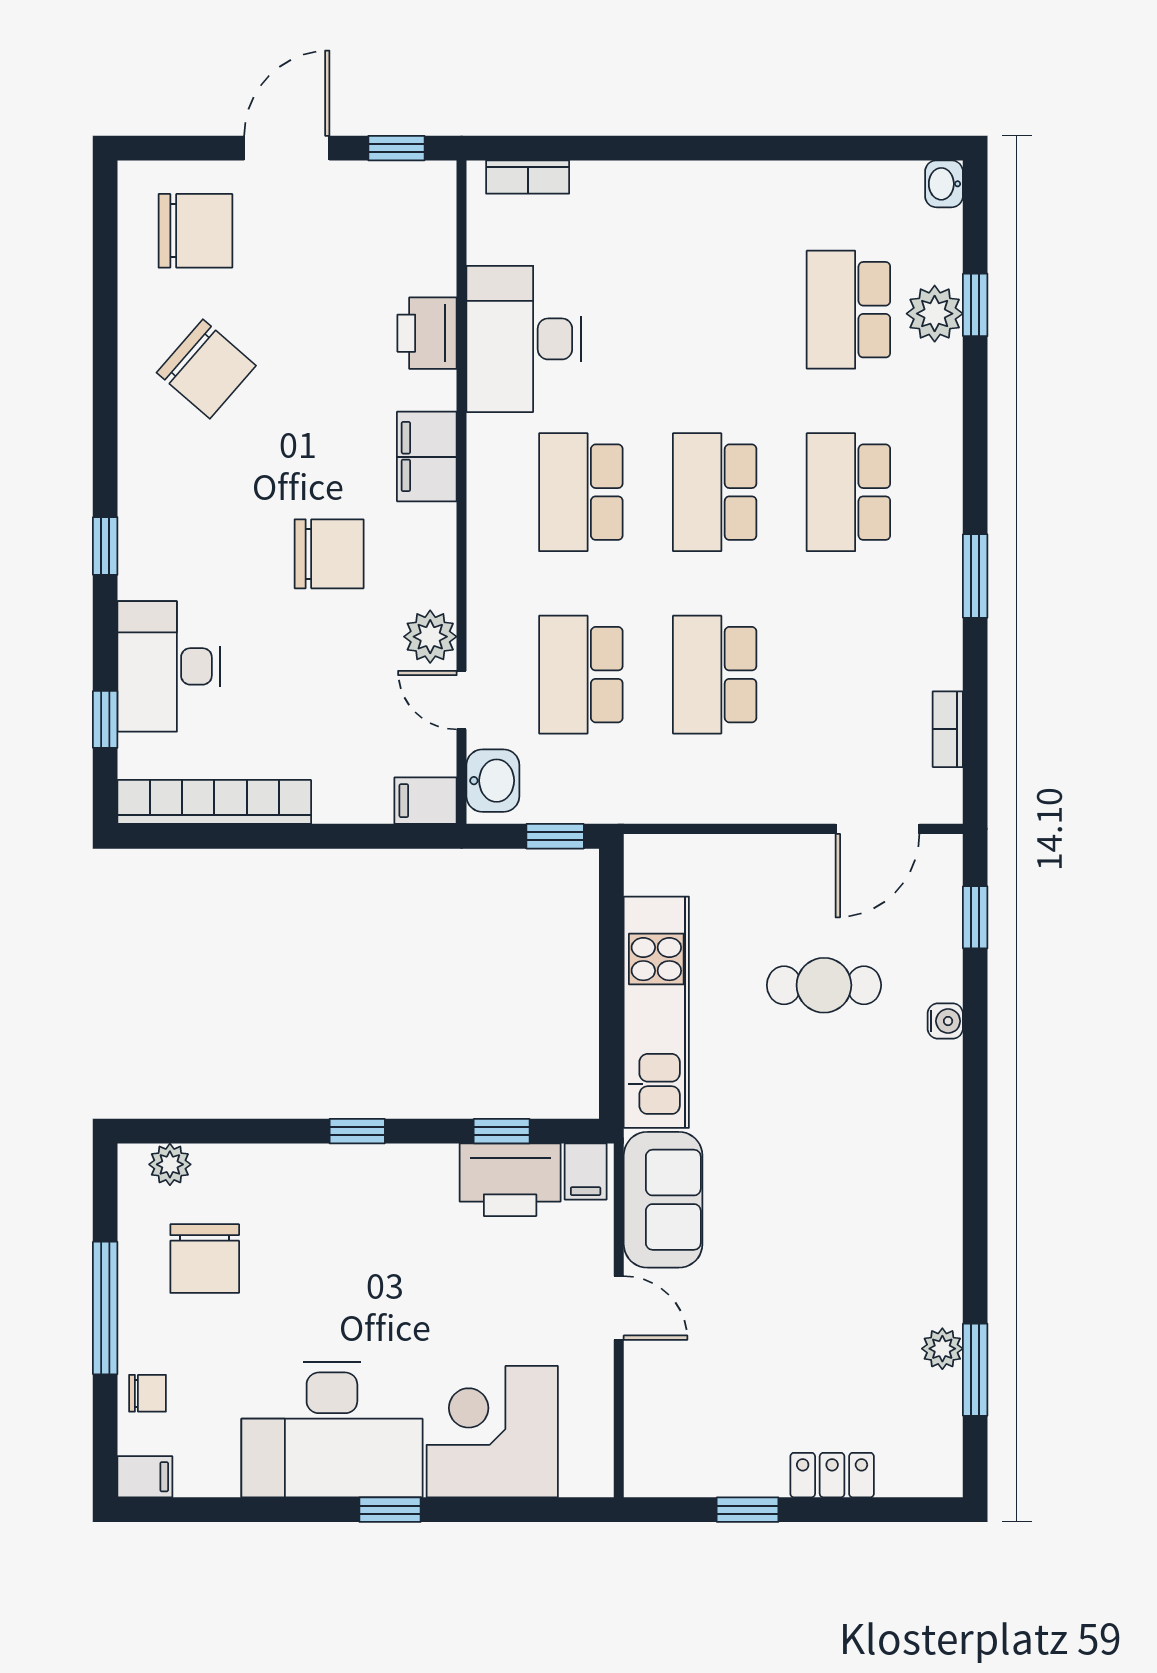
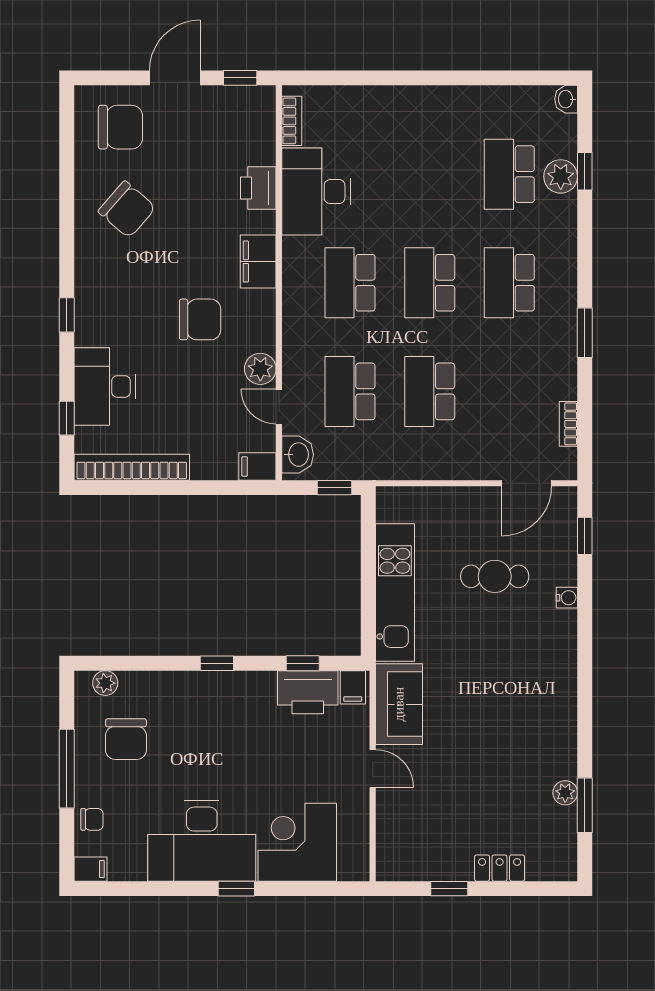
bookcase: (528, 177) -> (292, 121), moved, turned -90

